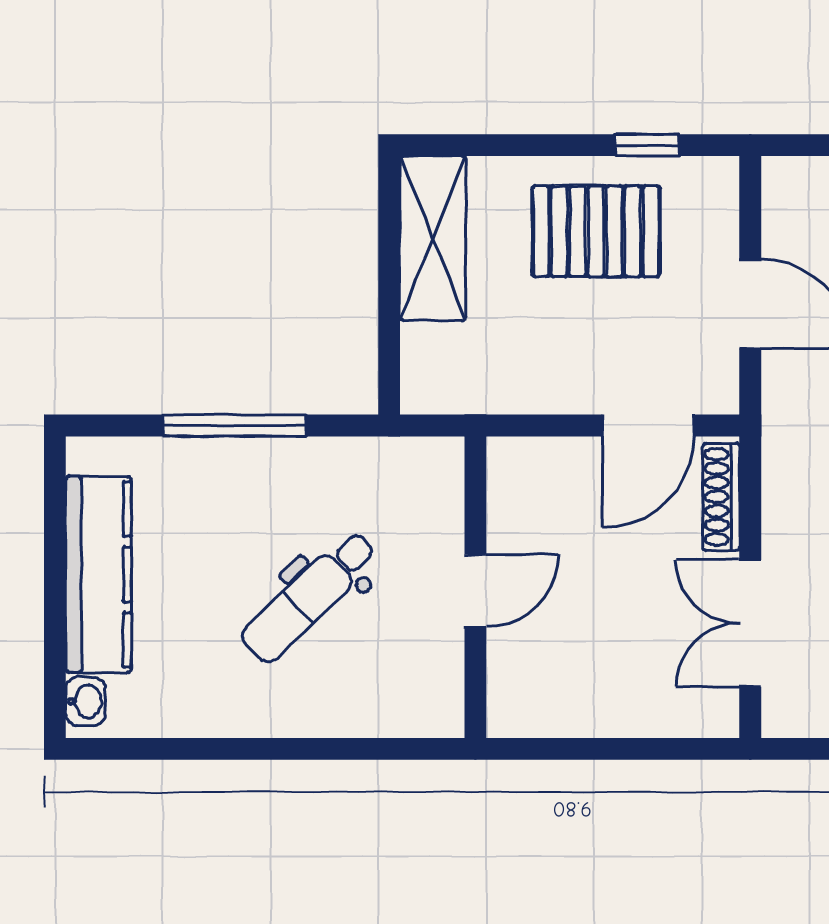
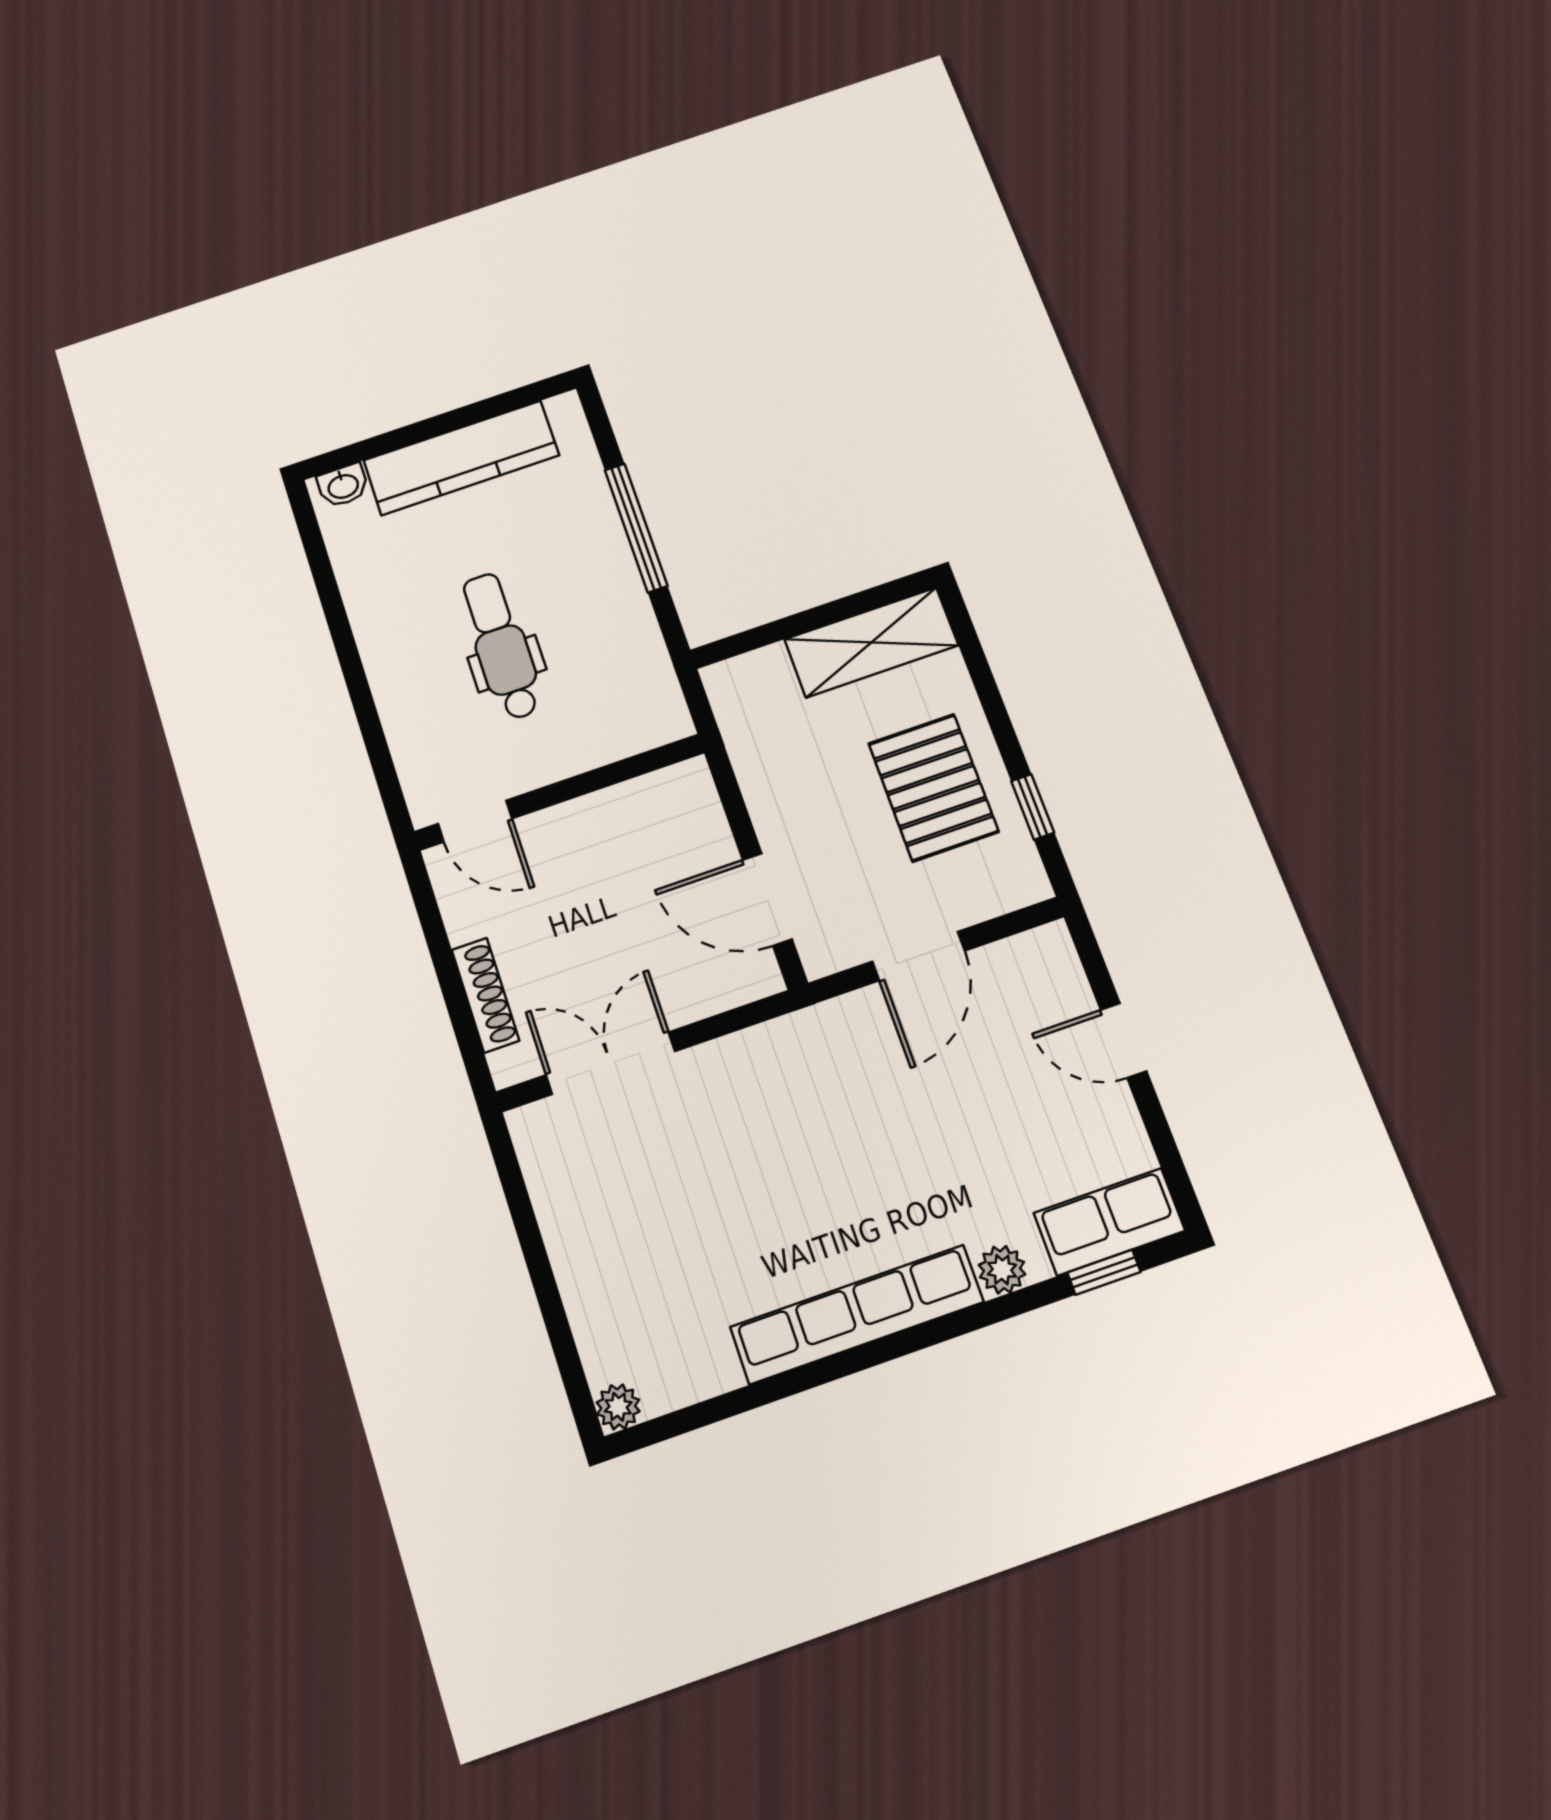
shoe rack: (721, 497) -> (485, 995), moved, turned 90
door: (475, 591) -> (475, 821), moved
dental chair: (309, 597) -> (501, 646), turned 44

